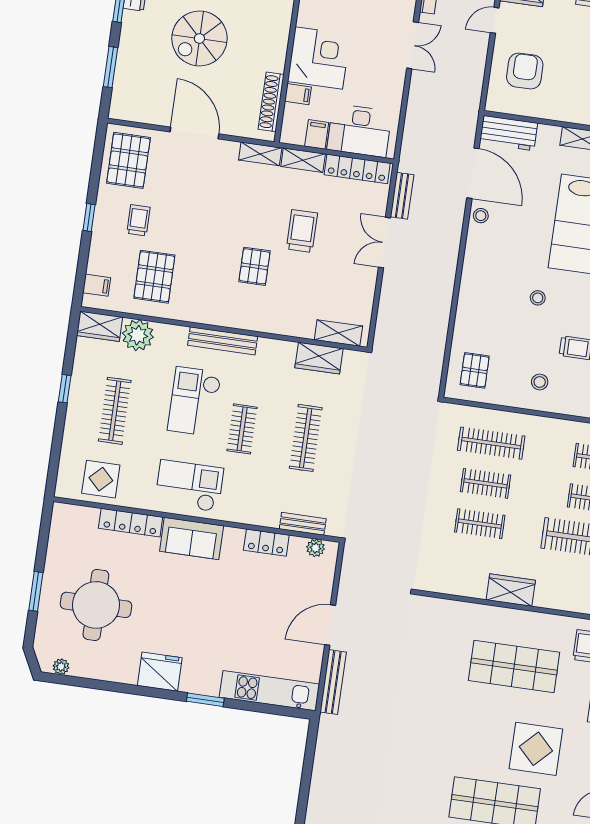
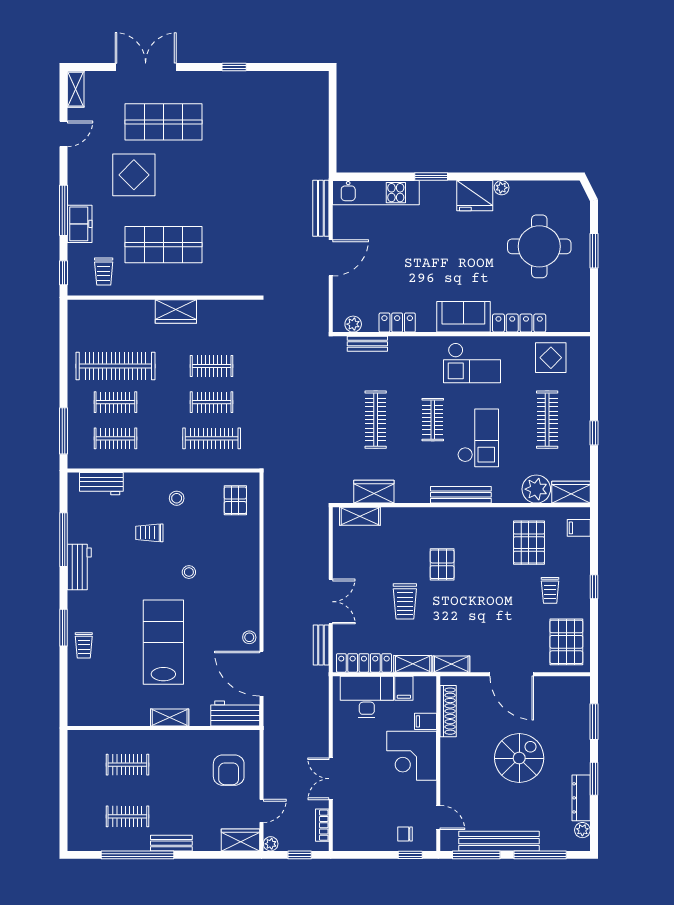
plant: (61, 667) -> (502, 188), moved

